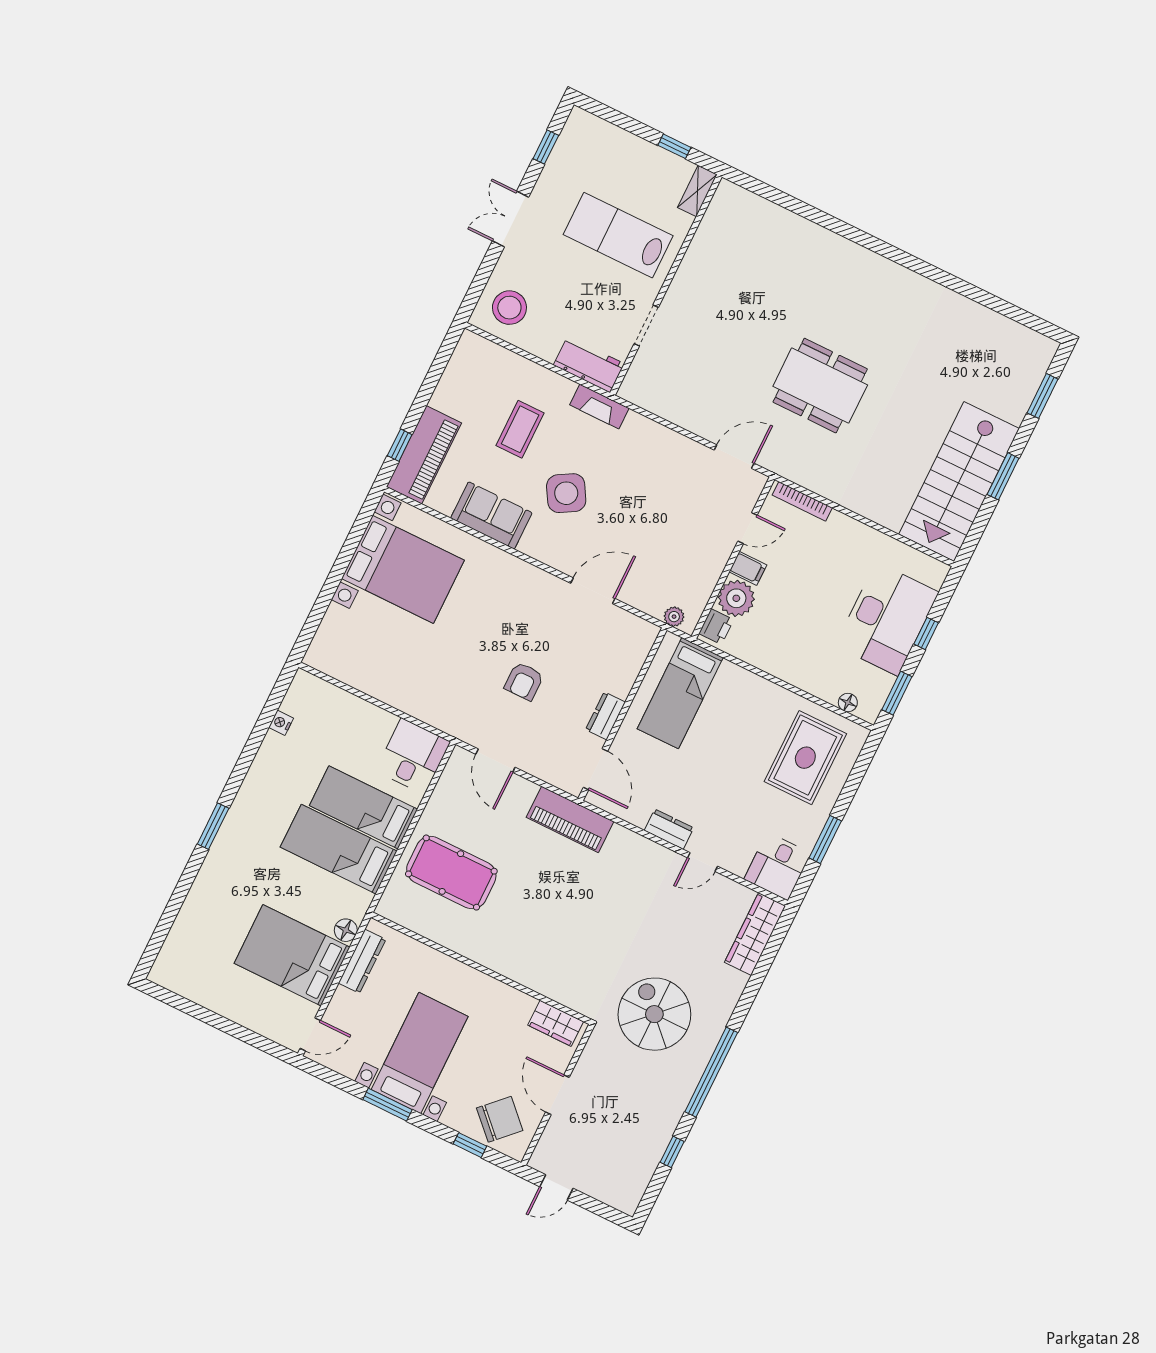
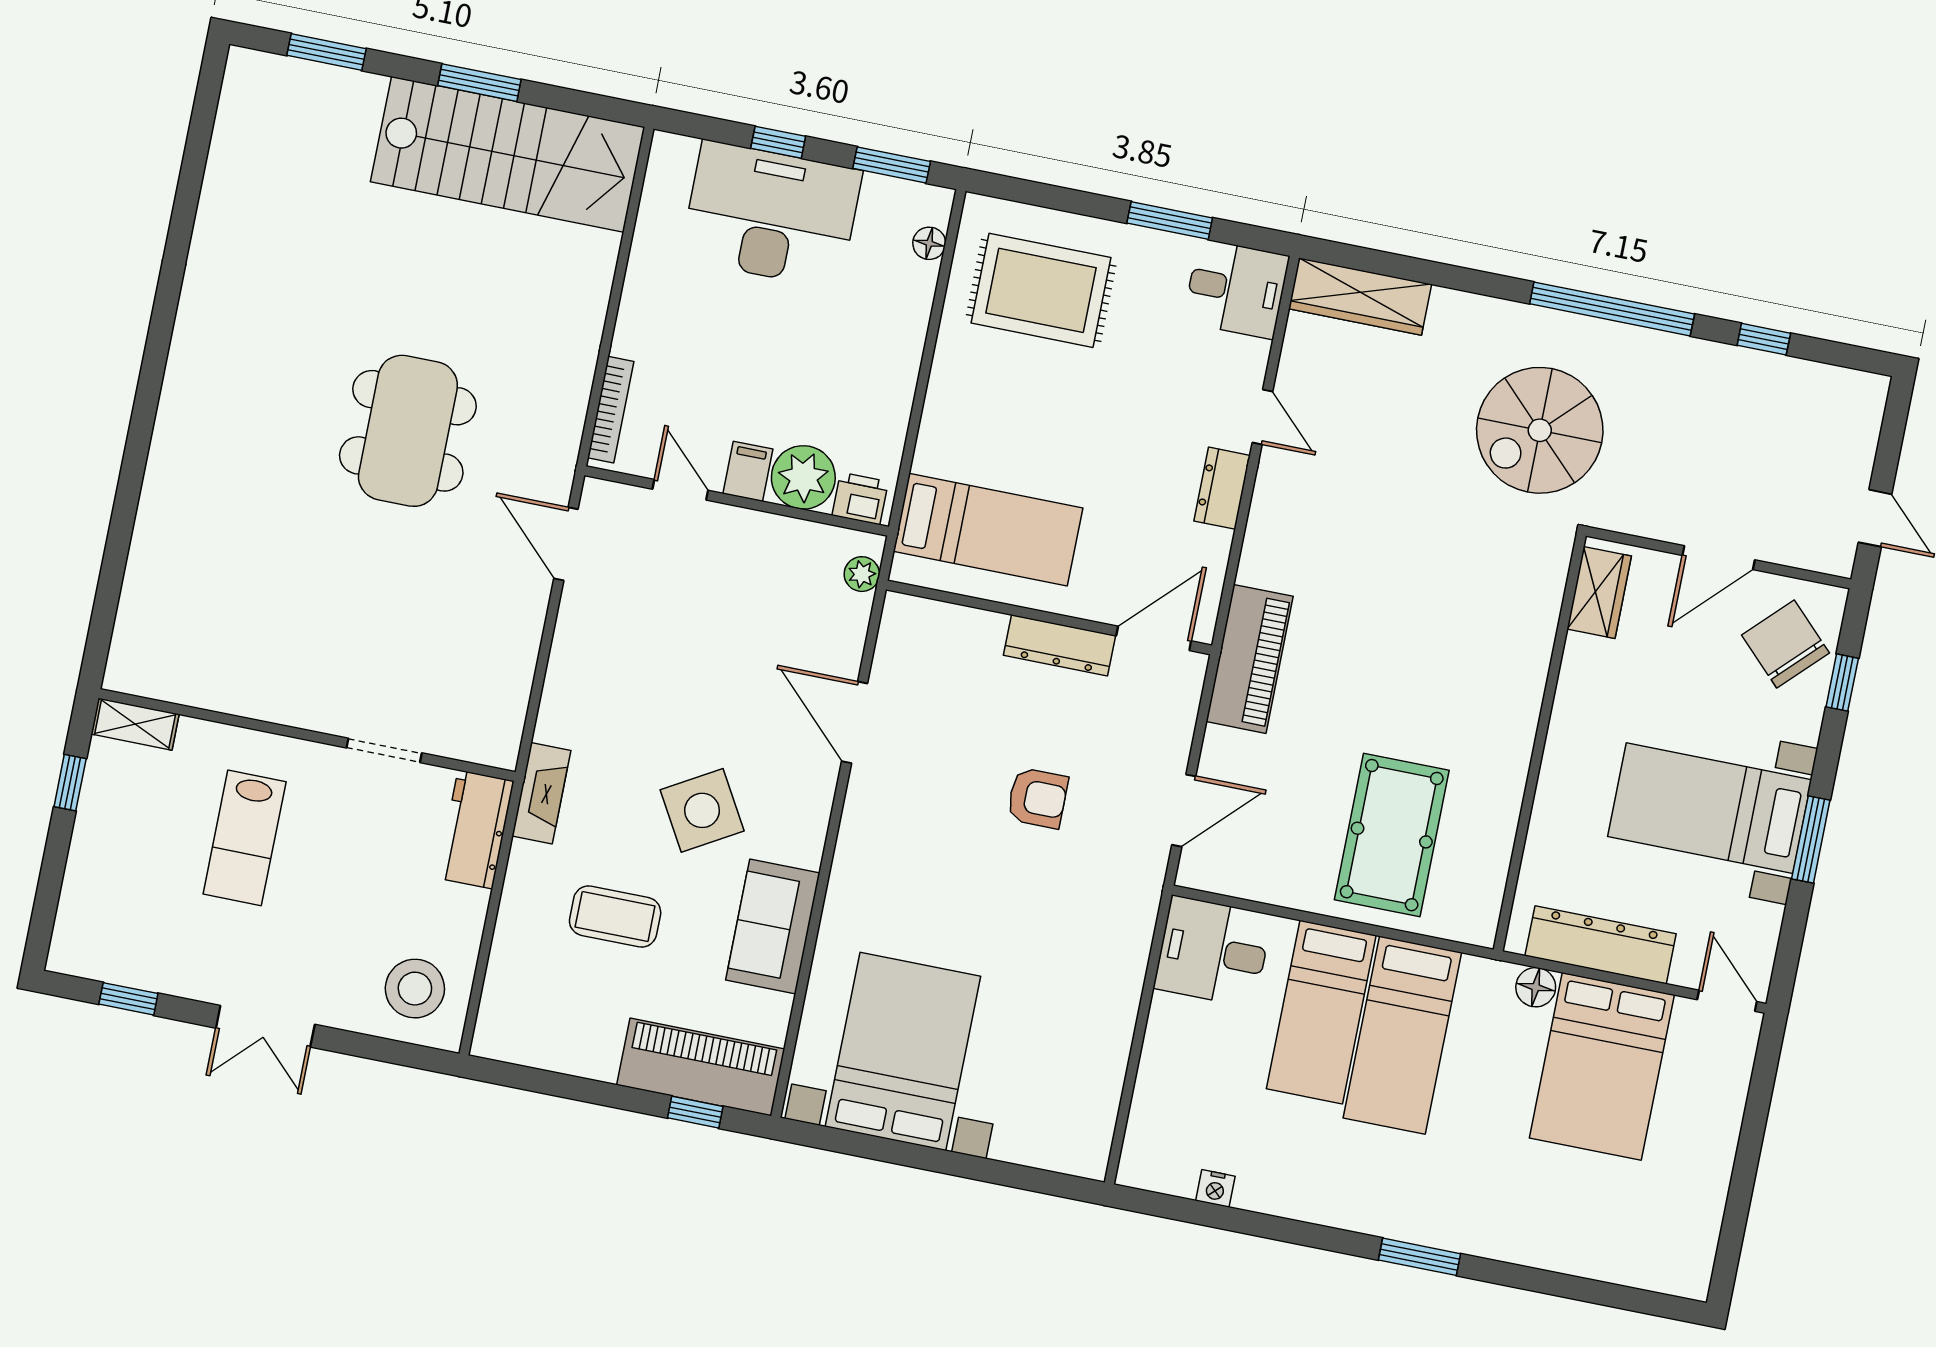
lab bench: (618, 235) -> (245, 838), width x0.73, depth x0.72
dresser: (605, 716) -> (1059, 645), width x1.44
dresser: (362, 961) -> (1601, 945), width x1.37, depth x1.24

